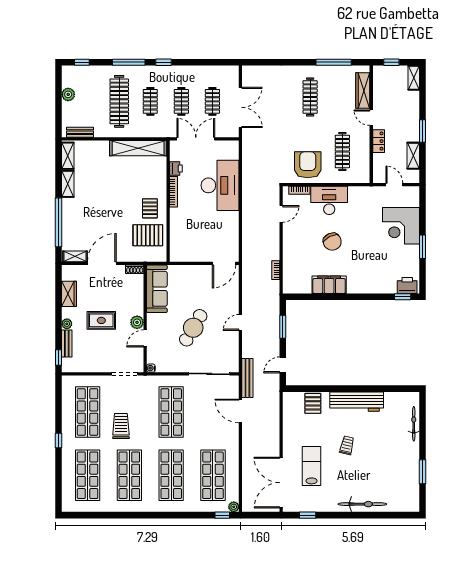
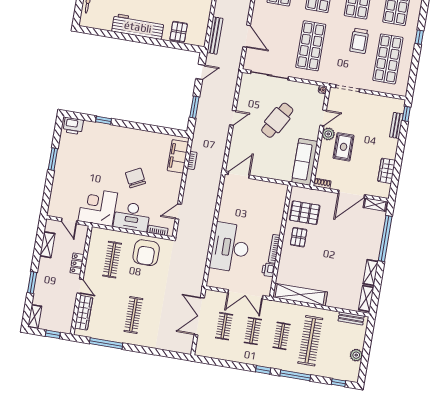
window: (422, 131) -> (32, 283), moved
corner desk: (401, 226) -> (98, 207), moved, turned -90
filing cabinet: (329, 285) -> (178, 156), moved, turned 90
window: (403, 297) -> (103, 120), moved
rug: (101, 320) -> (344, 147), moved, turned 90
plant: (67, 324) -> (393, 144), removed
bench: (247, 378) -> (215, 35), moved

